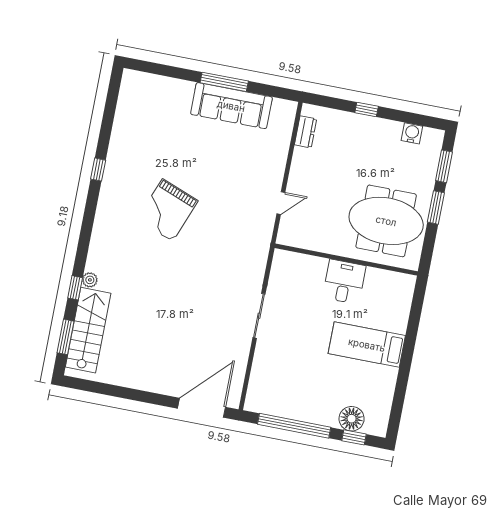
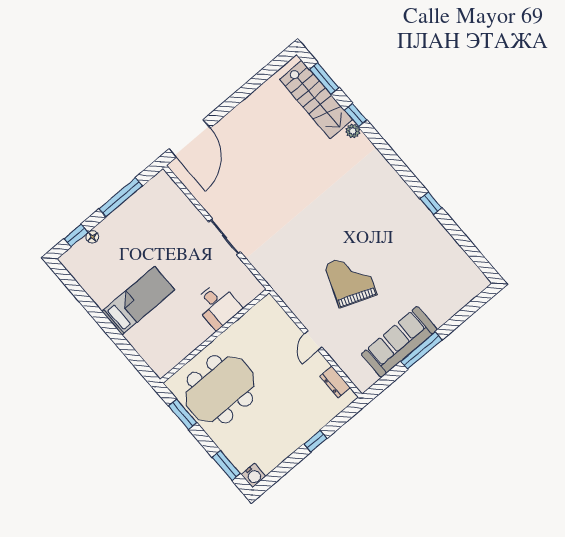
water cooler: (412, 133) -> (253, 476), moved
door: (281, 203) -> (313, 341), moved
window: (436, 207) -> (183, 414), moved
grand piano: (168, 210) -> (351, 280), moved
desk: (344, 282) -> (218, 306), moved
floor lamp: (352, 419) -> (92, 237), width x0.53, depth x0.53
window: (294, 426) -> (121, 197), width x0.68

